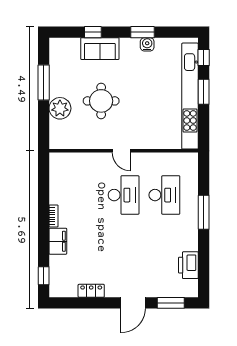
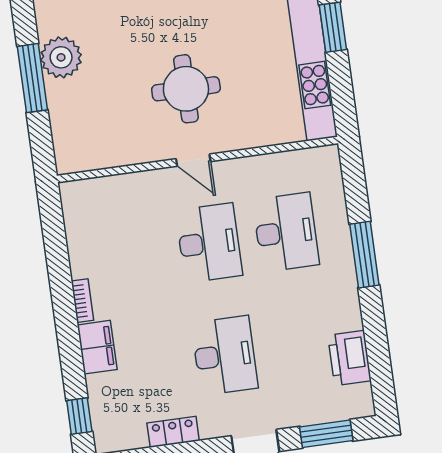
window: (44, 82) -> (32, 78), moved
round table: (101, 101) -> (186, 89), moved
plant: (60, 108) -> (61, 57), moved
desk: (124, 255) -> (225, 355), added

